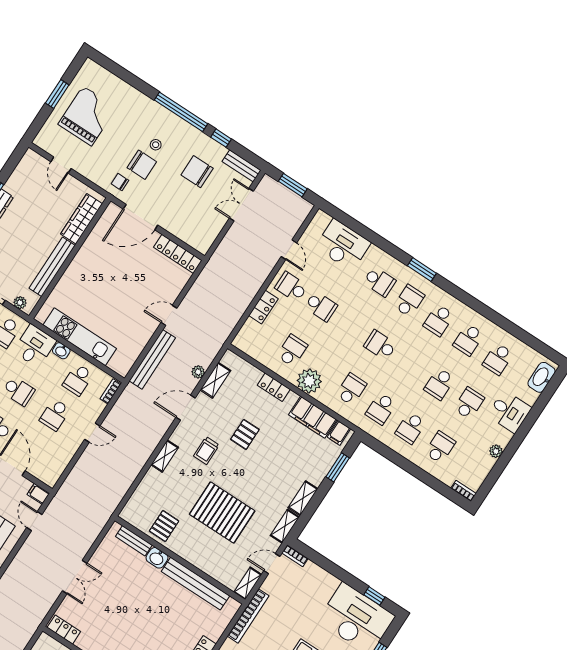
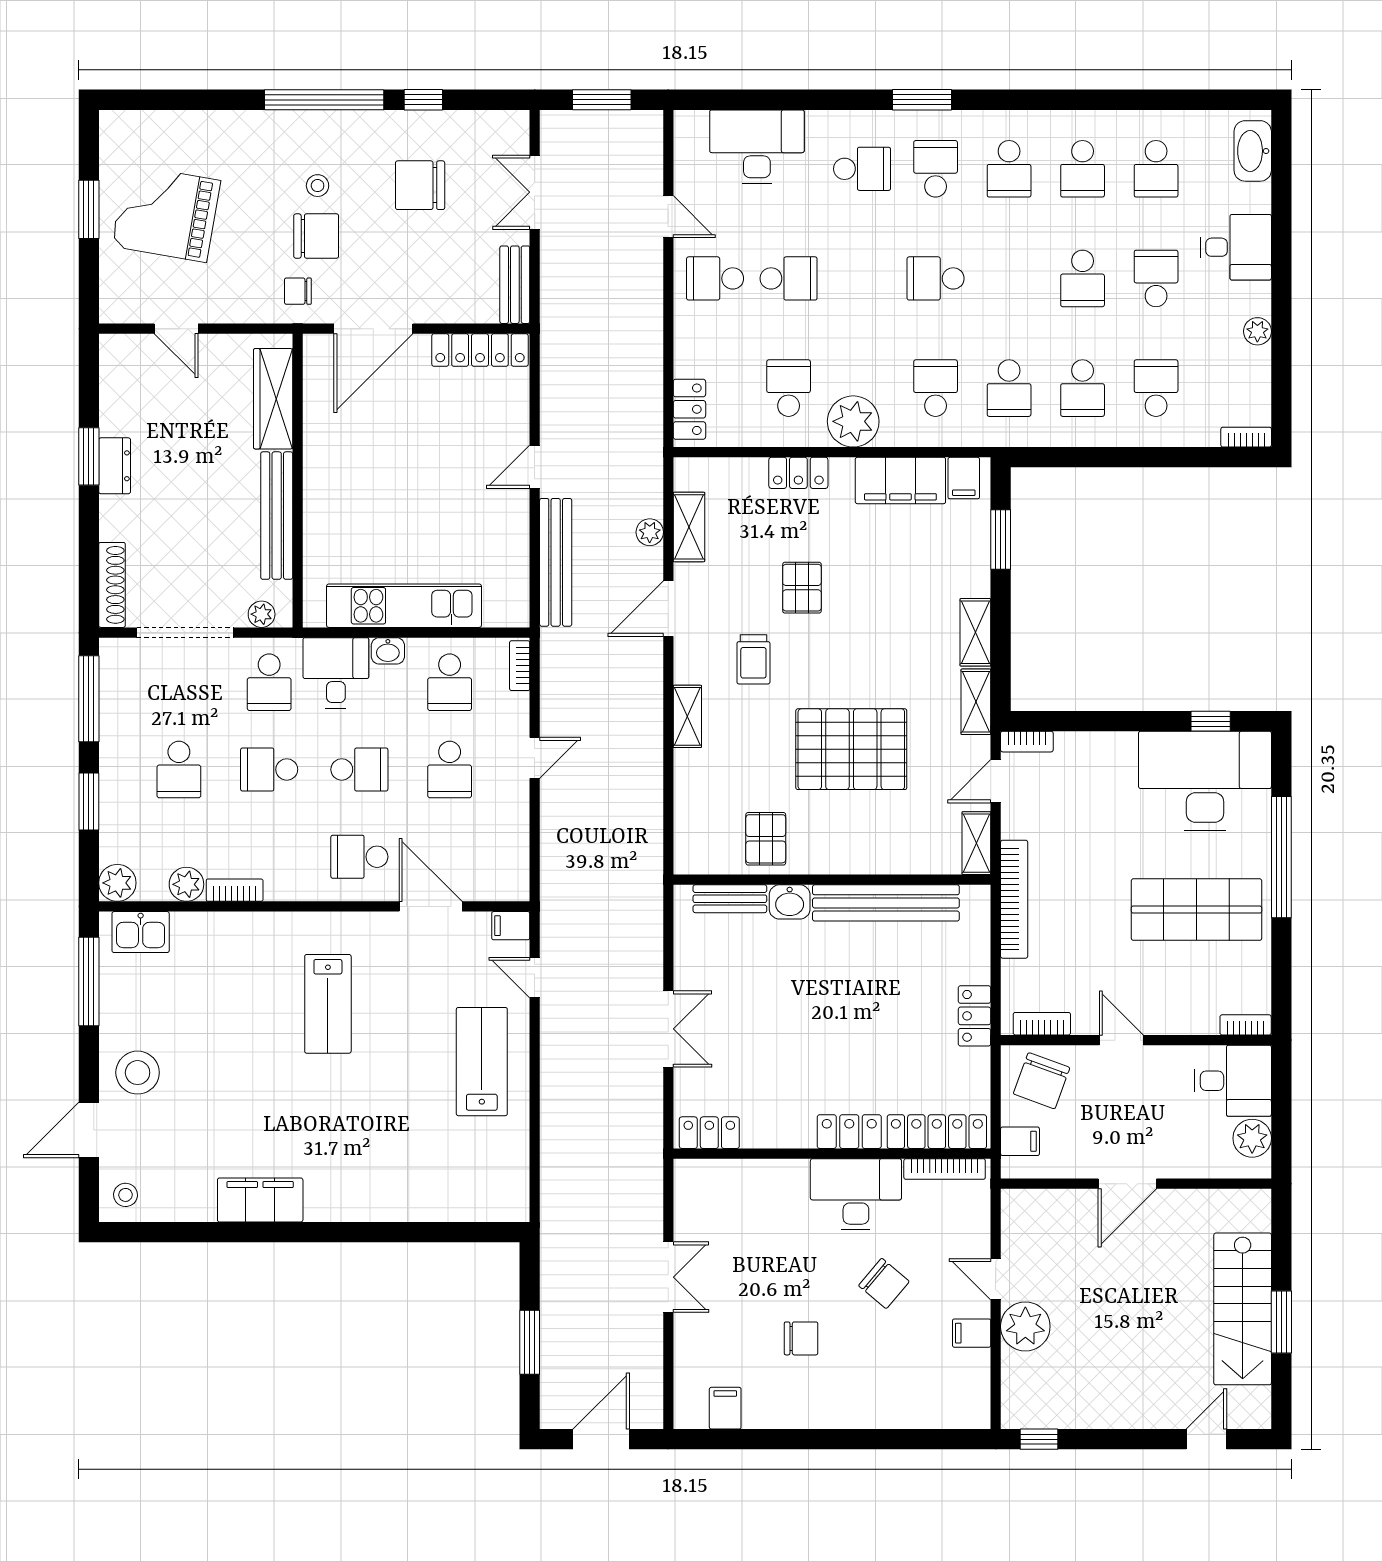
grand piano: (87, 116) -> (166, 213), turned -80
bench: (242, 166) -> (515, 285), moved, turned 90
locker: (263, 307) -> (689, 409), moved

